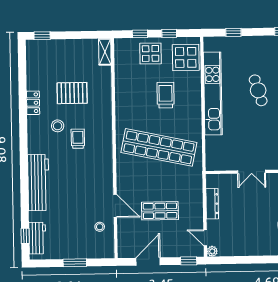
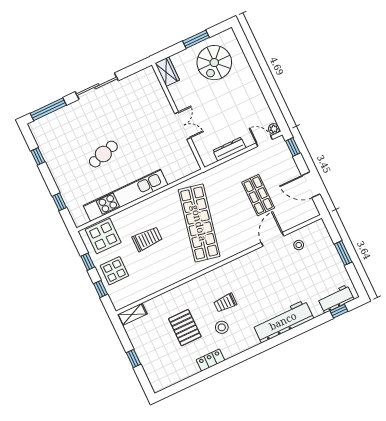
window: (42, 36) -> (133, 358), moved
trolley: (166, 95) -> (147, 239), turned 180
door: (205, 238) -> (264, 141), swing flipped

